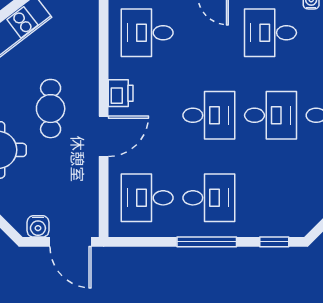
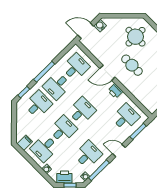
desk: (209, 115) -> (82, 111), turned 180
desk: (270, 115) -> (63, 129), turned 180
door: (104, 136) -> (107, 73), hinge flipped
desk: (270, 198) -> (38, 104), added

